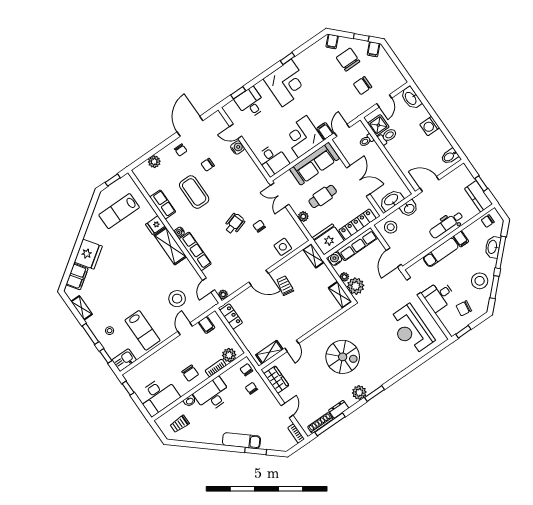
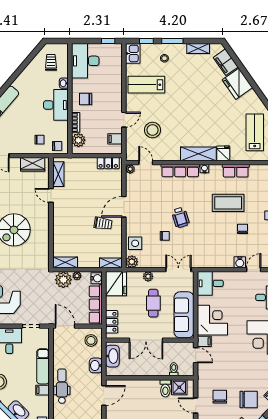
locker: (358, 224) -> (112, 322), width x0.66
plant: (300, 239) -> (132, 262), added
door: (185, 329) -> (124, 120), hinge flipped

